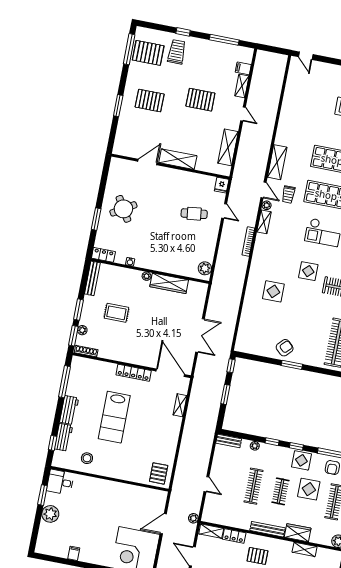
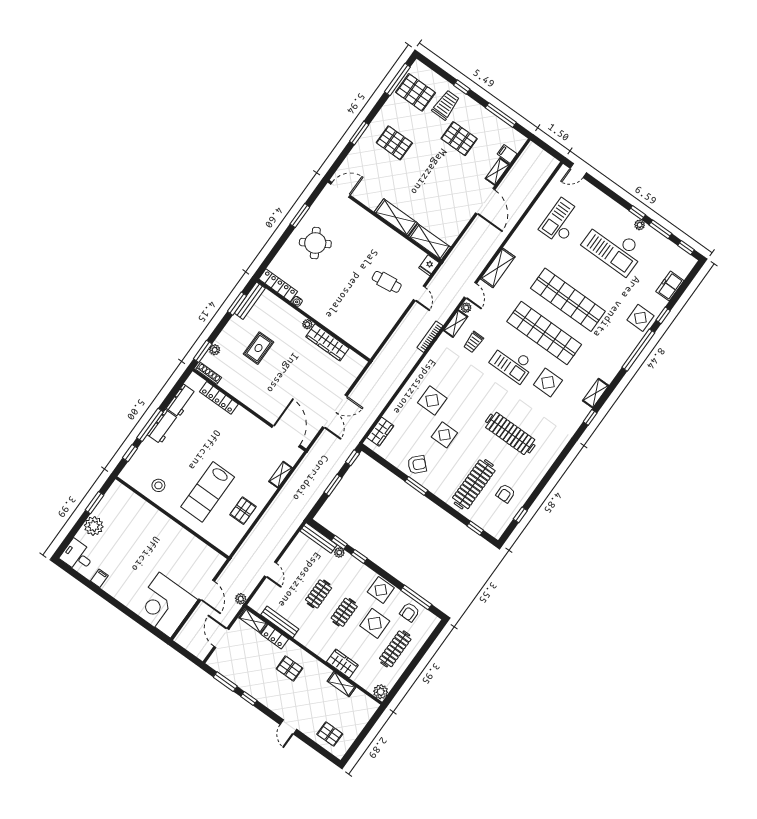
door: (306, 56) -> (578, 170), hinge flipped
pallet: (200, 100) -> (459, 139), moved
checkout: (311, 102) -> (561, 221), added
door: (243, 114) -> (485, 201), width x1.87
shelving: (228, 147) -> (430, 242), moved, turned 90
door: (147, 162) -> (340, 190), moved
trolley: (288, 194) -> (474, 342), moved
window: (96, 219) -> (300, 216), moved
locker: (103, 255) -> (278, 285), width x1.53
plant: (205, 268) -> (372, 344), removed
display table: (308, 271) -> (444, 435), moved
window: (79, 310) -> (237, 304), moved
rug: (116, 313) -> (258, 348), turned 90
wardrobe: (243, 335) -> (380, 432), added
locker: (134, 373) -> (219, 398), moved
window: (64, 382) -> (150, 425), moved
lab bench: (114, 417) -> (208, 492), moved
workbench: (64, 437) -> (181, 401), moved
bench: (229, 441) -> (318, 538), width x1.36
window: (296, 446) -> (339, 542), moved
pallet: (159, 473) -> (243, 511), moved
desk: (60, 482) -> (77, 556), moved
clothes rail: (254, 486) -> (319, 594), width x0.73
door: (163, 524) -> (207, 590), swing flipped
bench: (268, 529) -> (280, 622), moved

